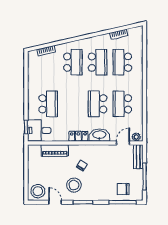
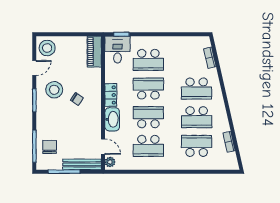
school desk: (73, 104) -> (148, 89), added
school desk: (122, 104) -> (148, 146), turned 180
piano: (55, 151) -> (94, 52), moved
bench: (138, 157) -> (82, 164), width x1.36

